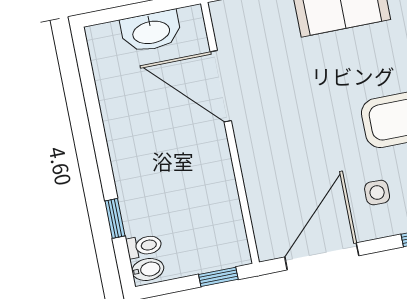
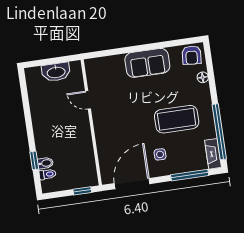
door: (221, 86) -> (88, 100), width x0.53
bidet: (148, 270) -> (45, 163), moved

